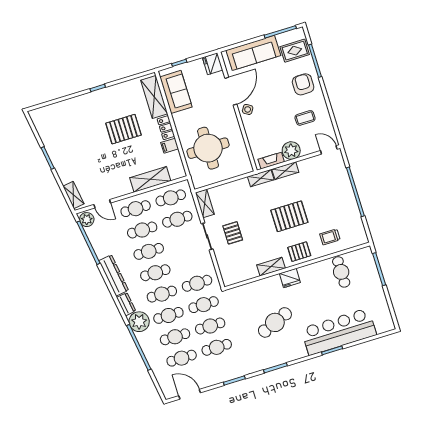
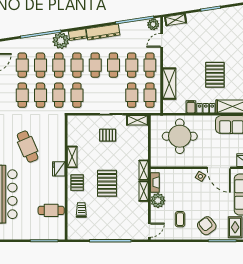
armchair: (303, 84) -> (207, 226), turned -128

